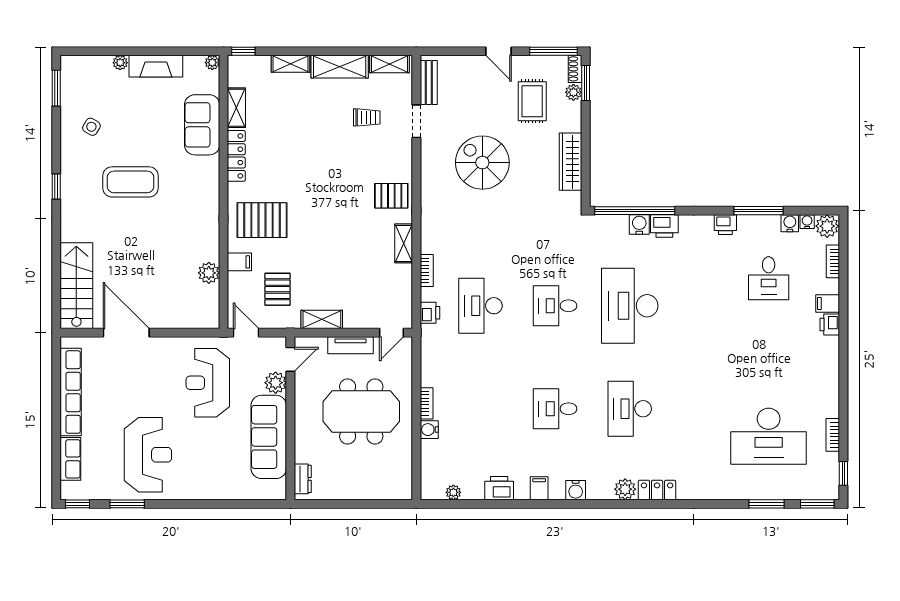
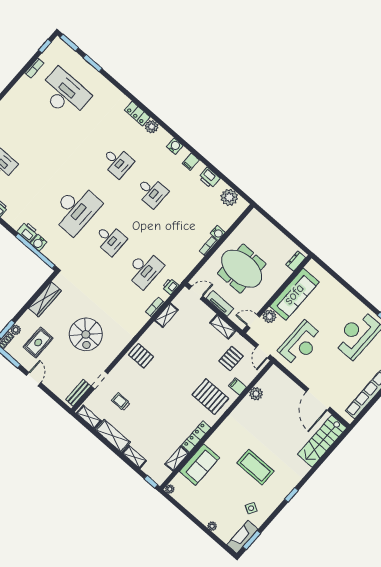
fireplace: (156, 66) -> (242, 537), moved, turned -90
shelving: (404, 243) -> (166, 315), moved
desk: (630, 409) -> (117, 162), width x0.73
plant: (453, 492) -> (229, 197), width x1.88, depth x1.88

